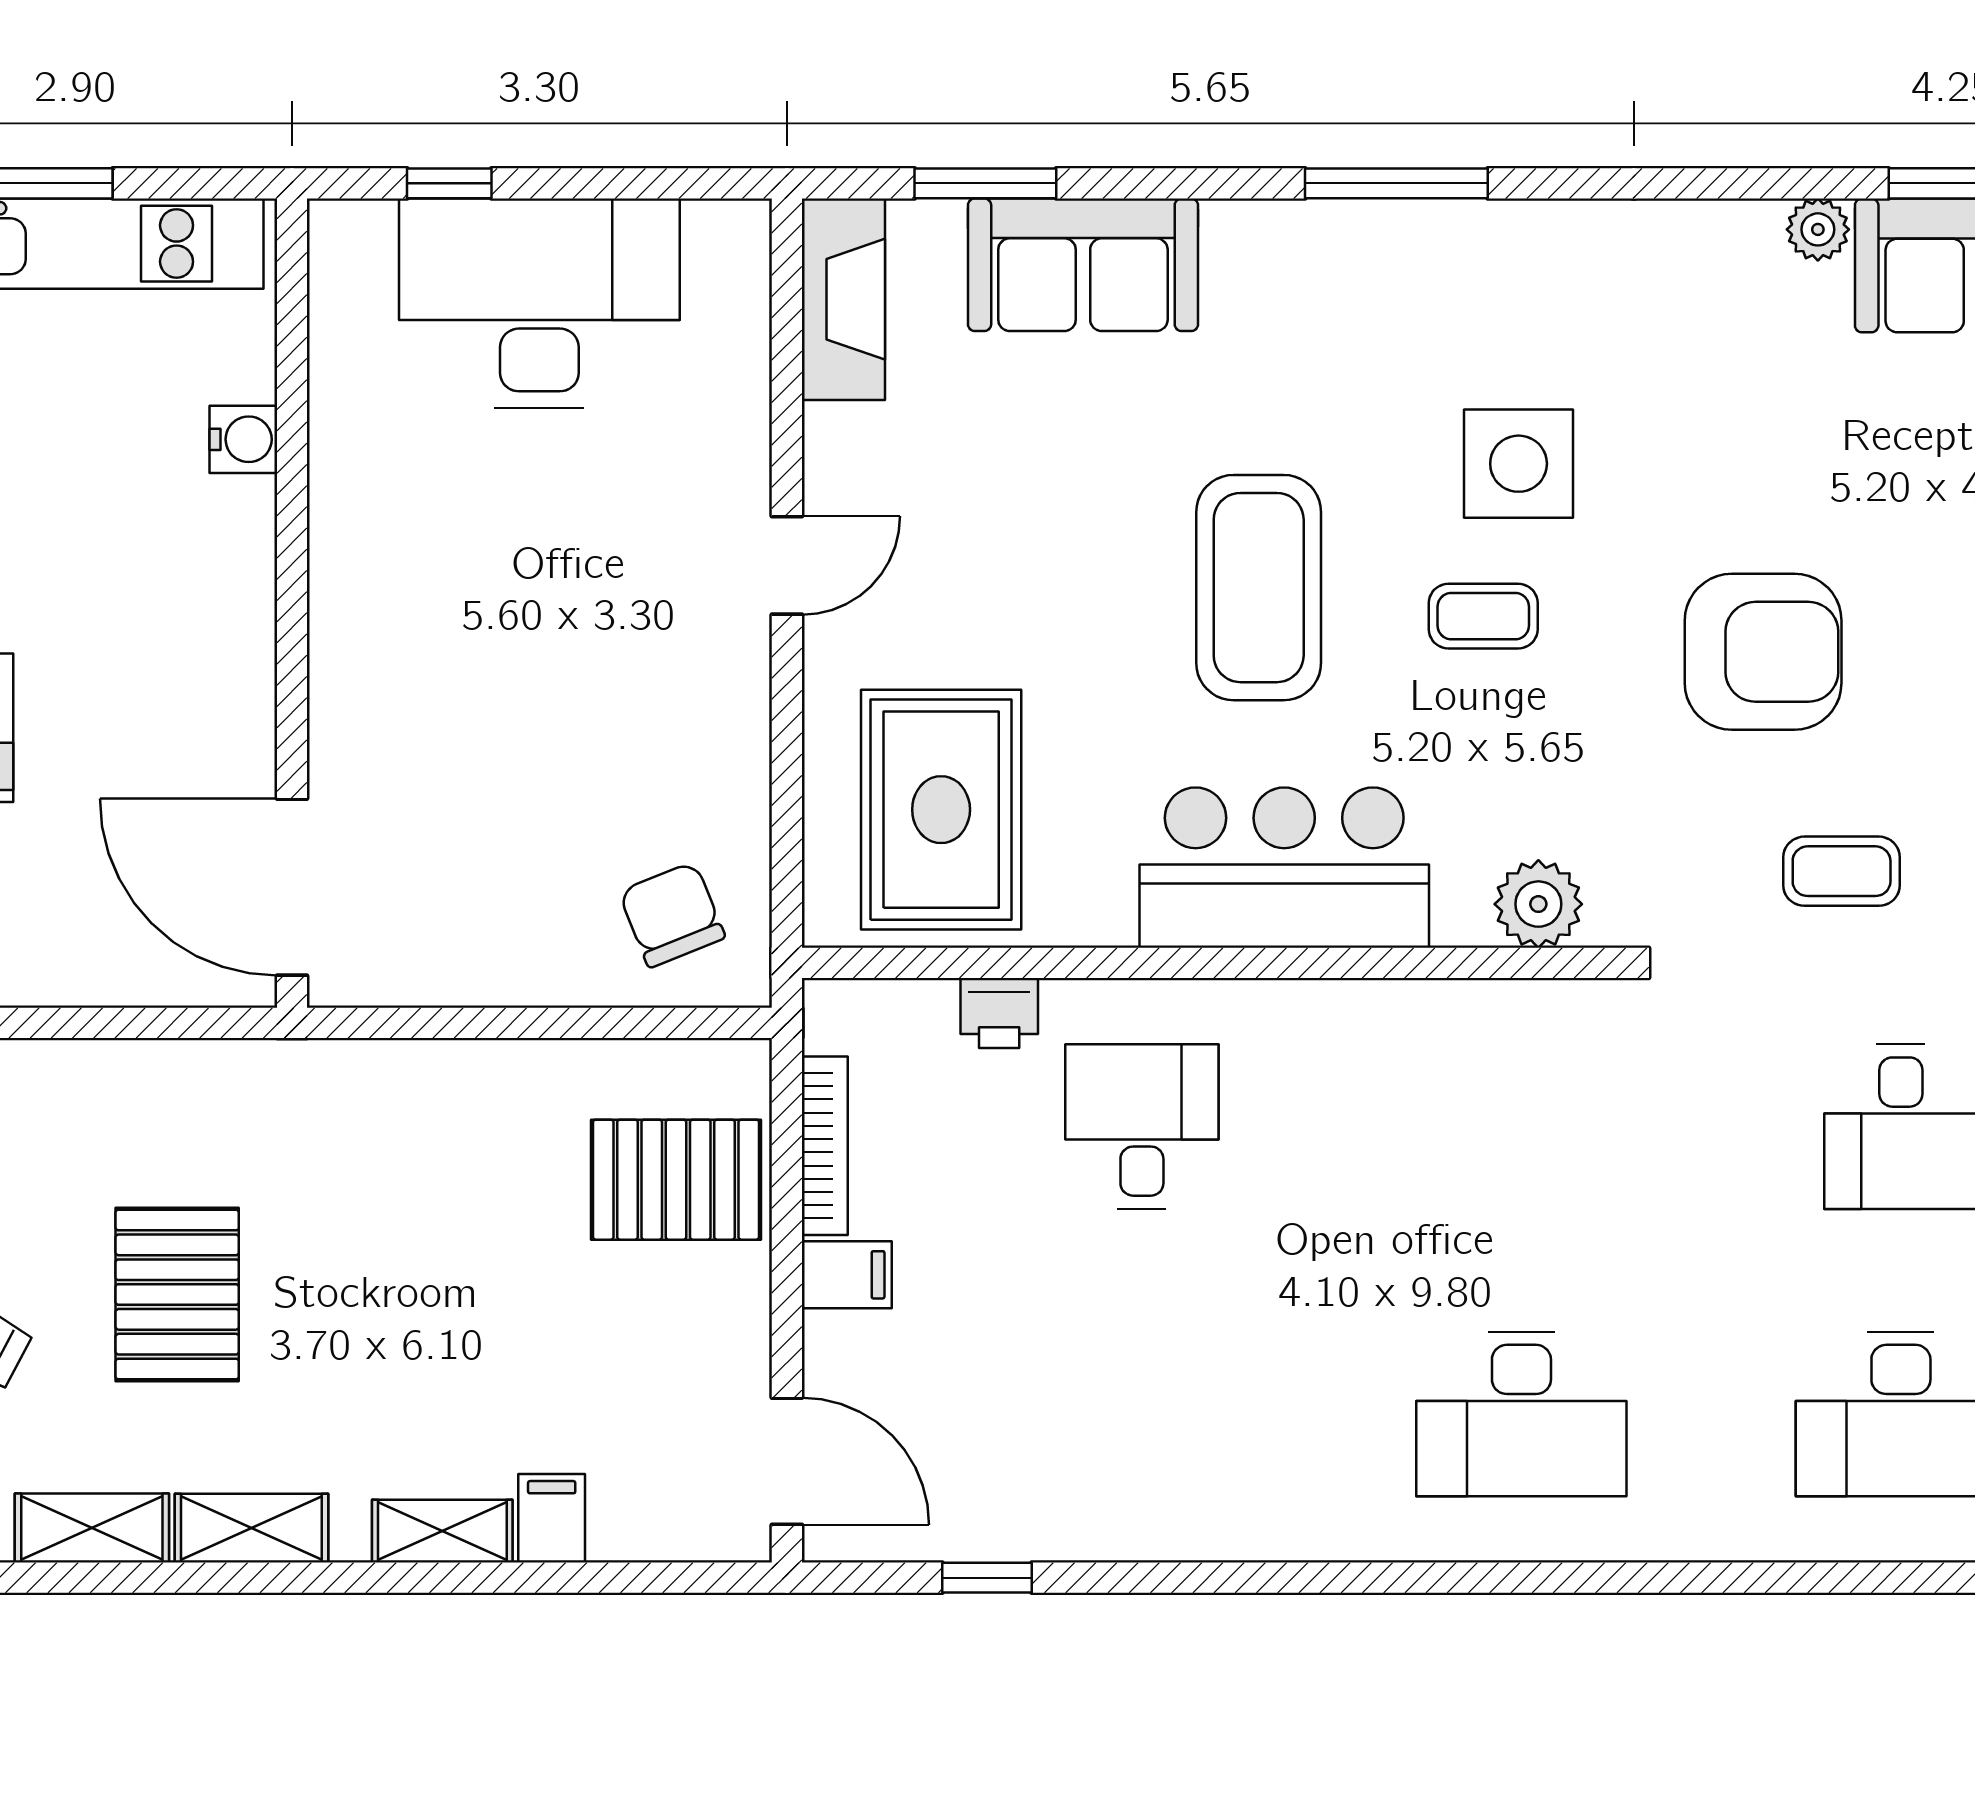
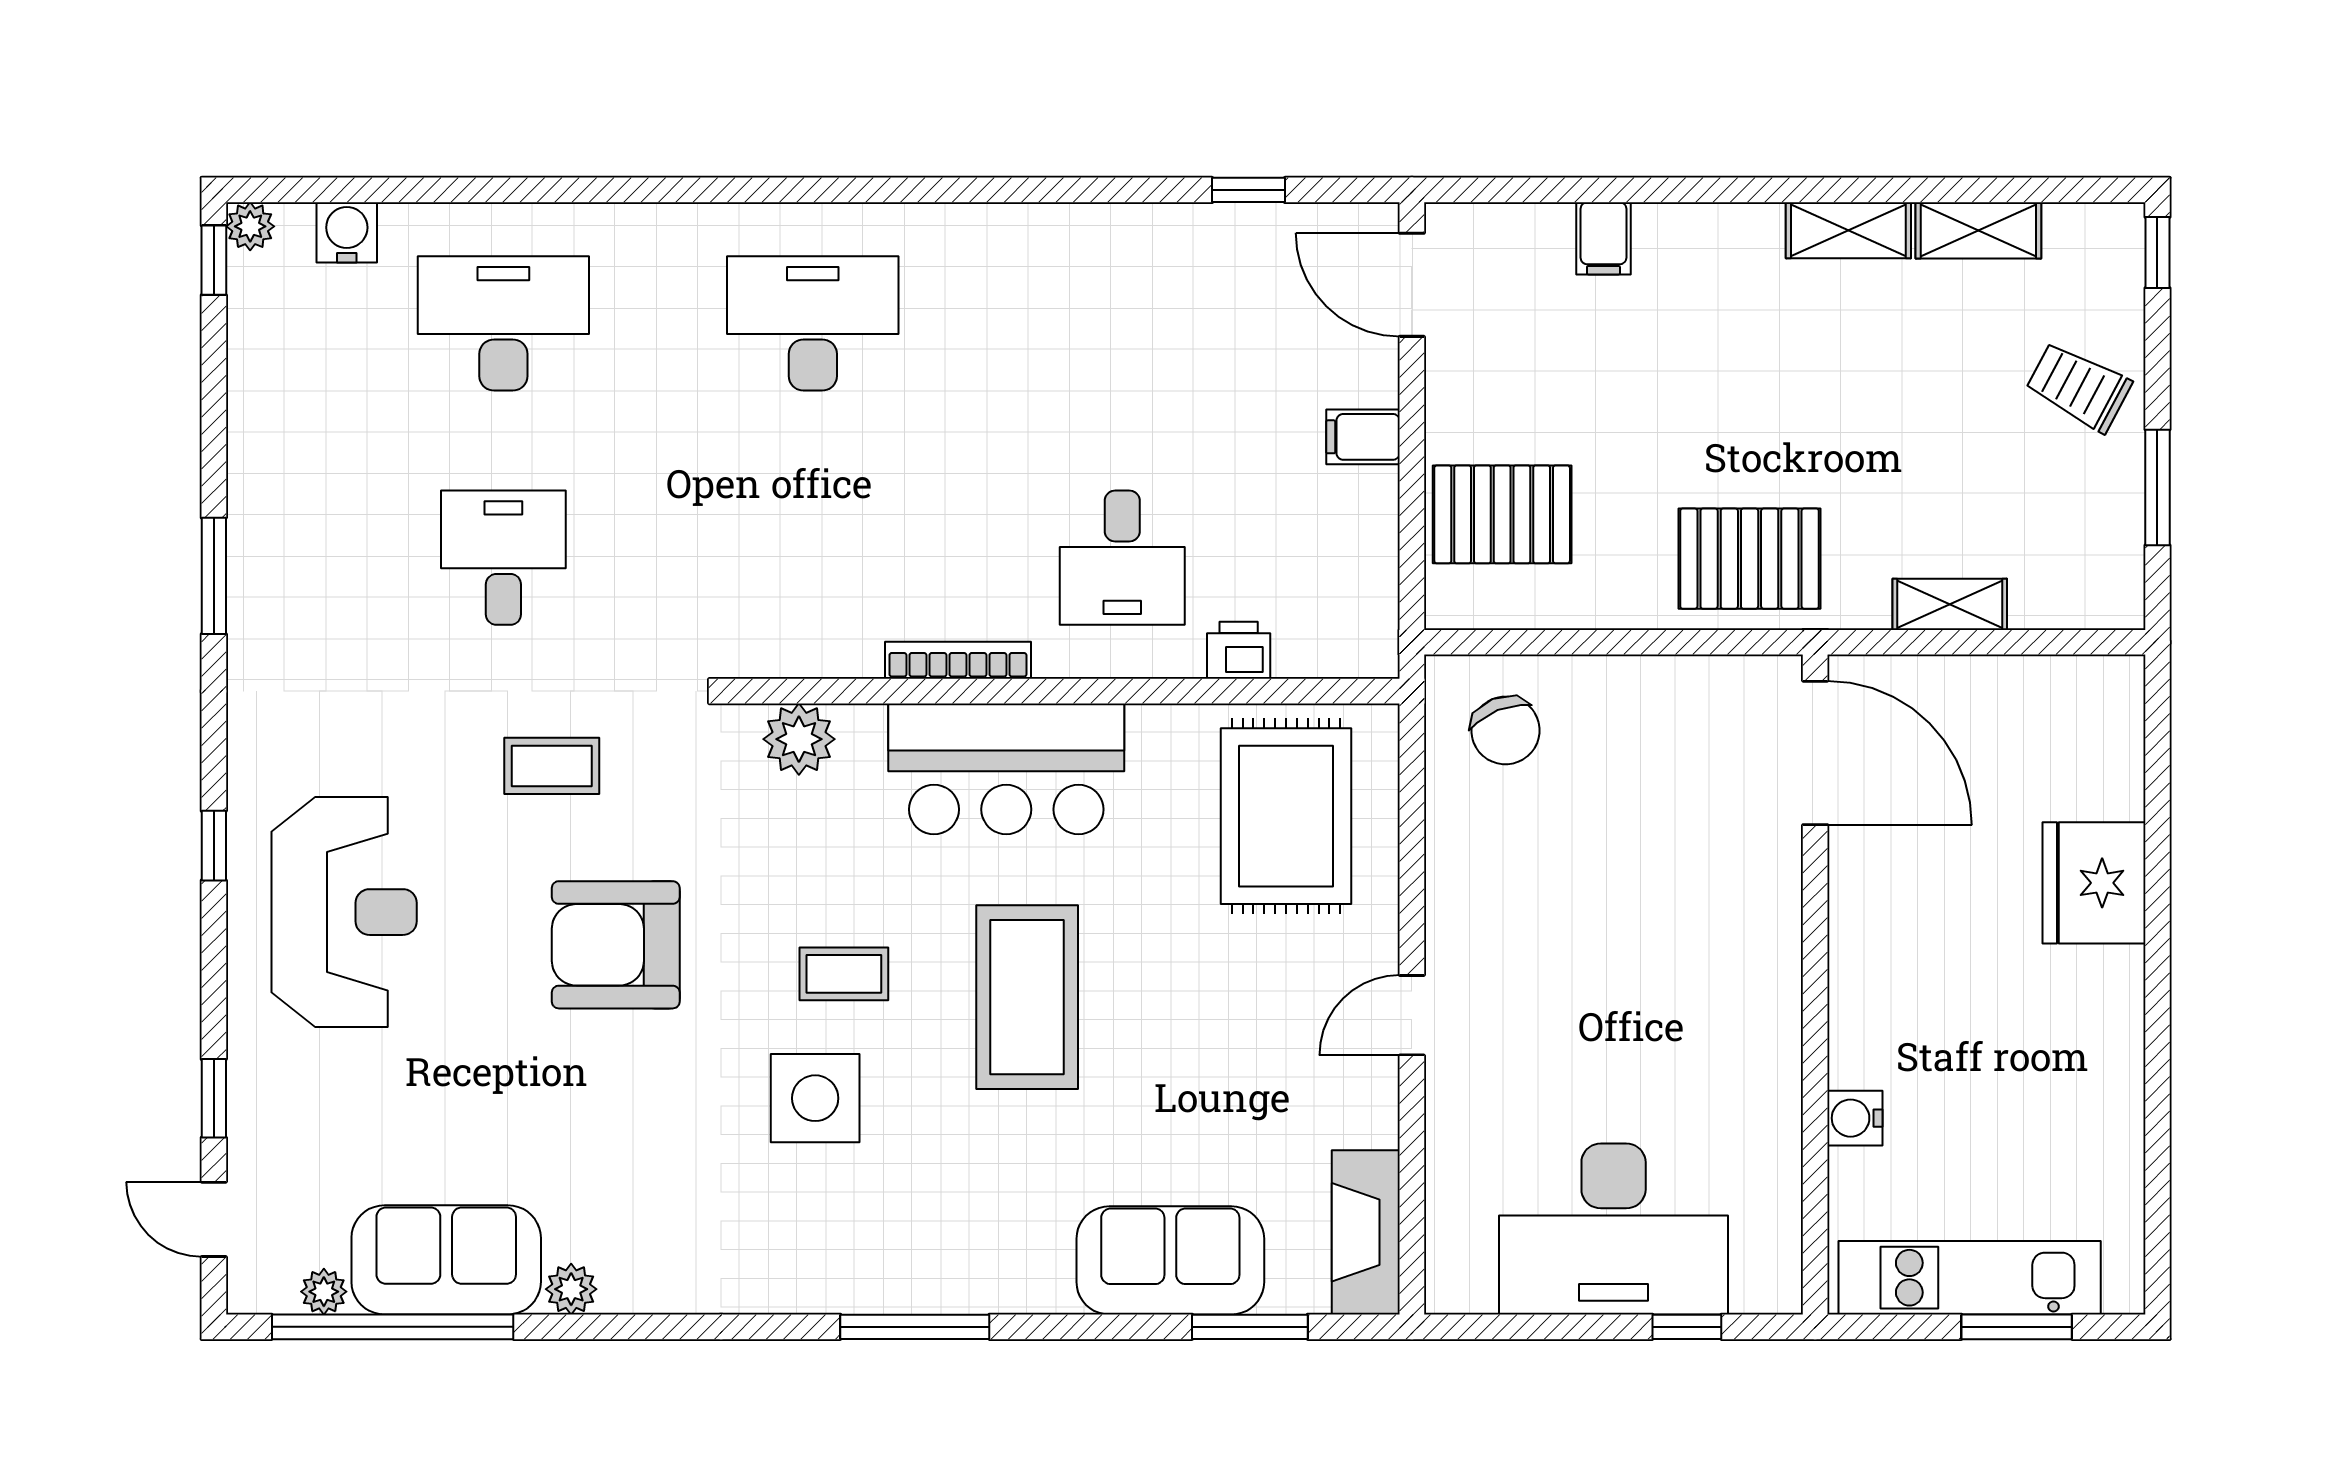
bookcase: (825, 1146) -> (958, 660), moved, turned 90
pallet: (177, 1295) -> (1750, 559), moved, turned 90
shelving: (442, 1531) -> (1950, 604), moved

